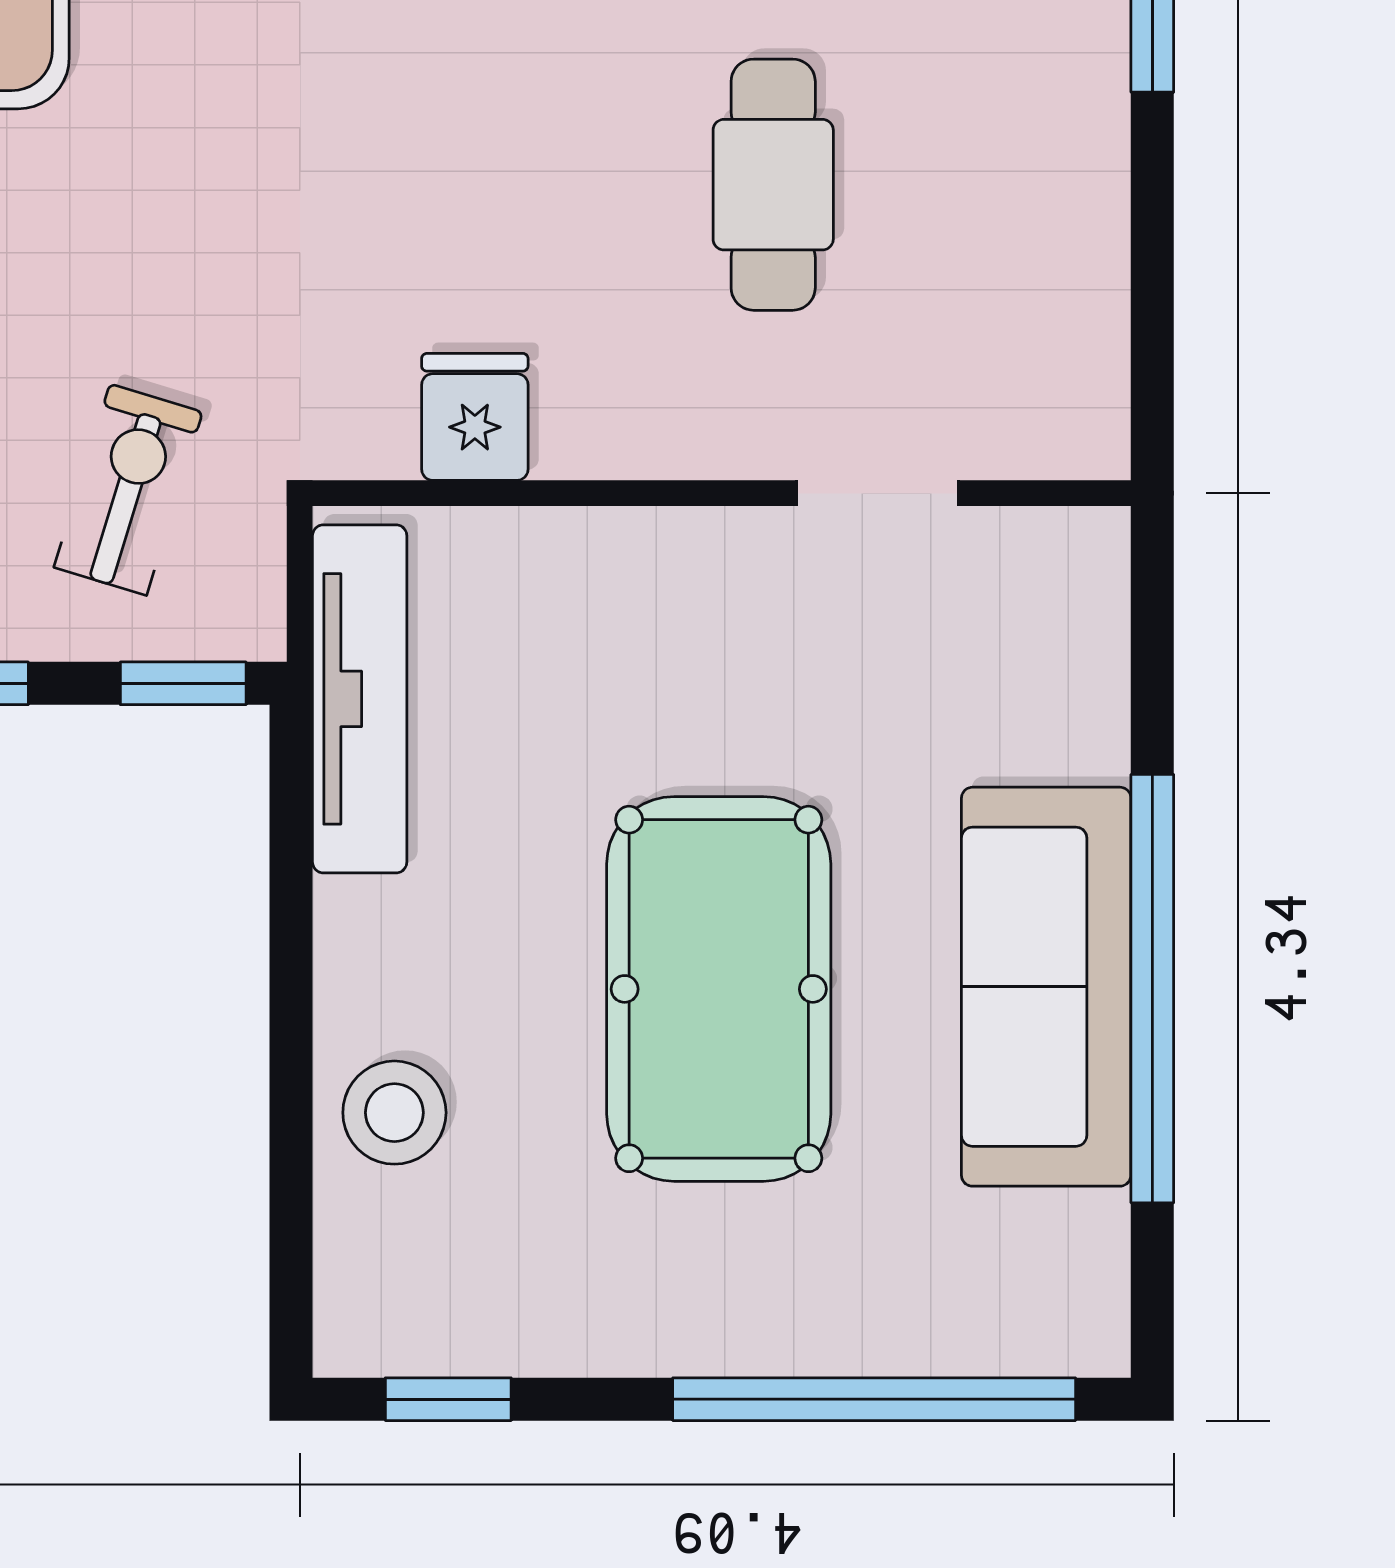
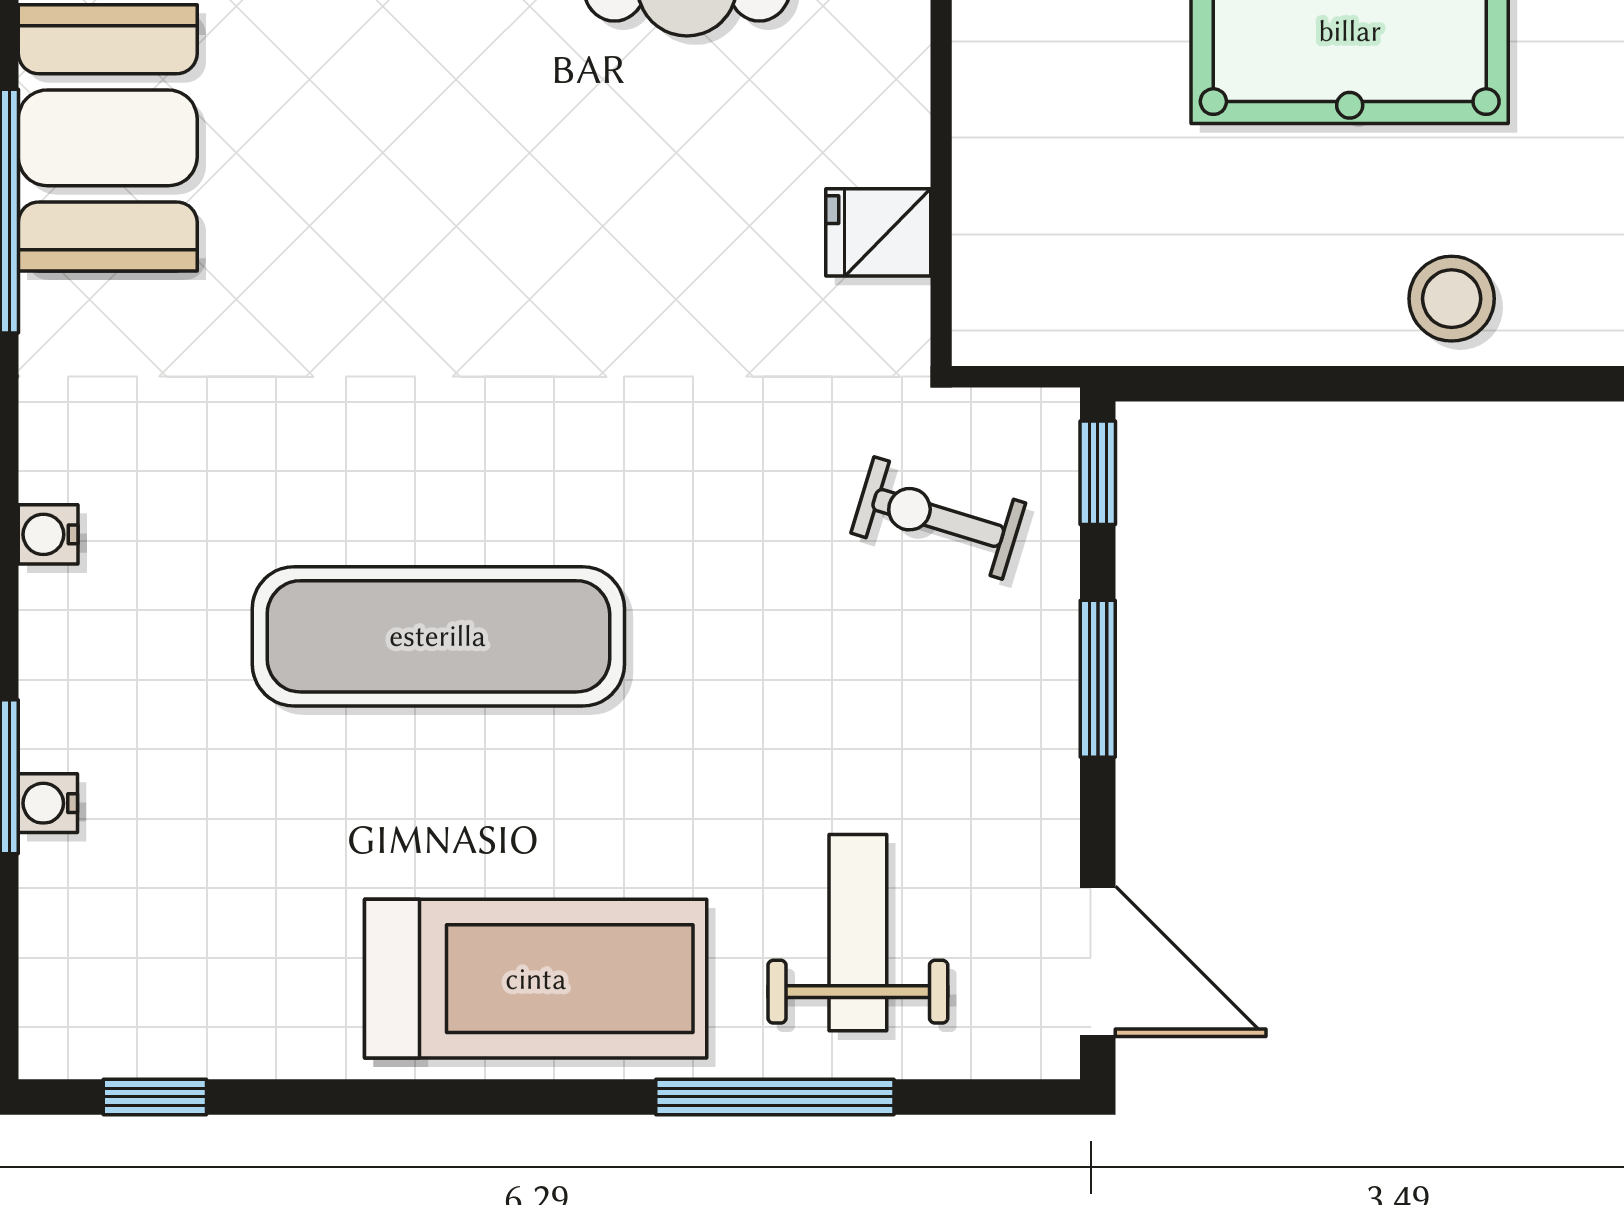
tv unit: (360, 699) -> (1111, 327), removed

